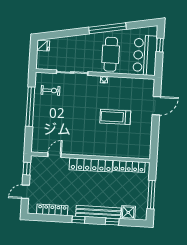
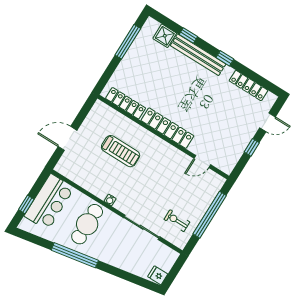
door: (54, 155) -> (202, 161), moved
wall: (90, 157) -> (163, 137), moved
locker: (91, 165) -> (167, 128), moved
locker: (129, 166) -> (126, 103), moved

